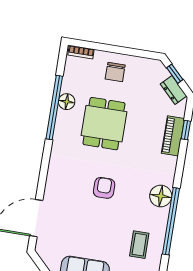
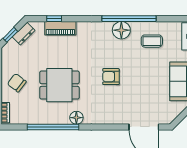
chair: (115, 72) -> (17, 83), turned -143
floor lamp: (67, 102) -> (76, 118), moved
floor lamp: (161, 196) -> (121, 30), moved

